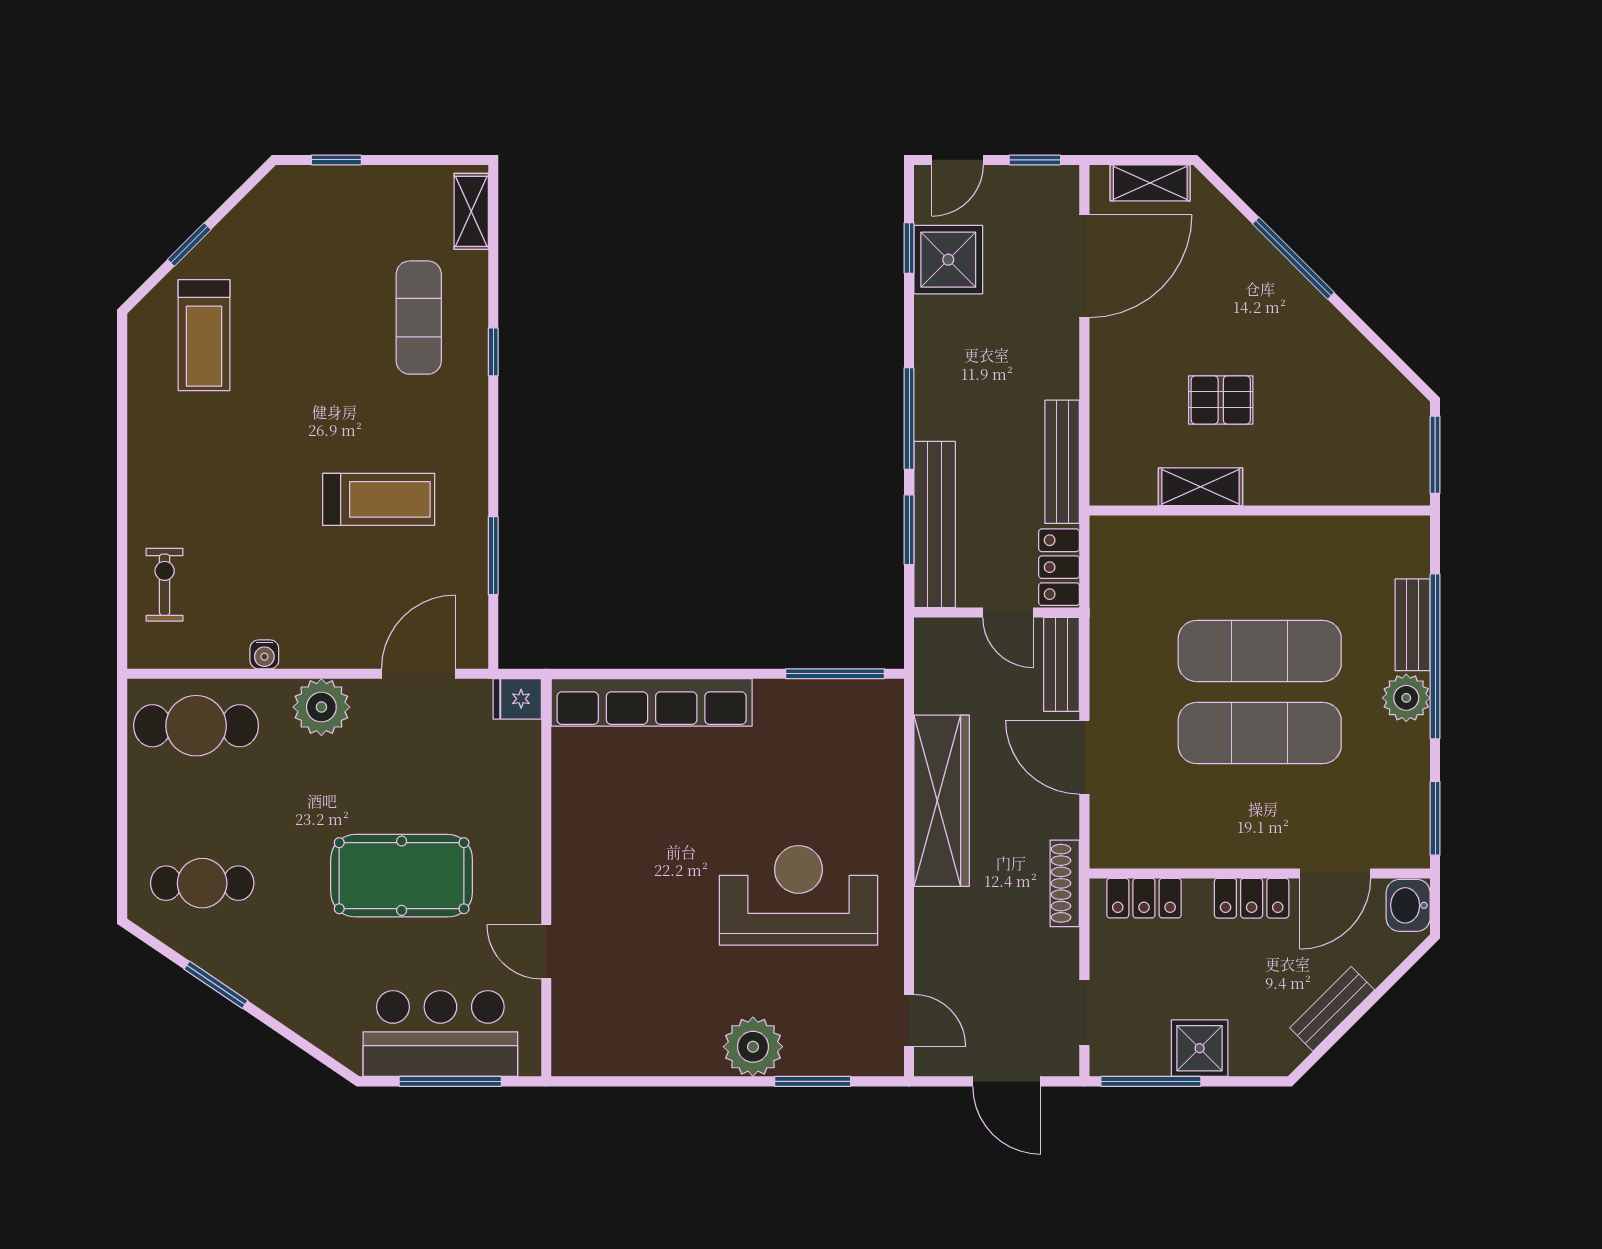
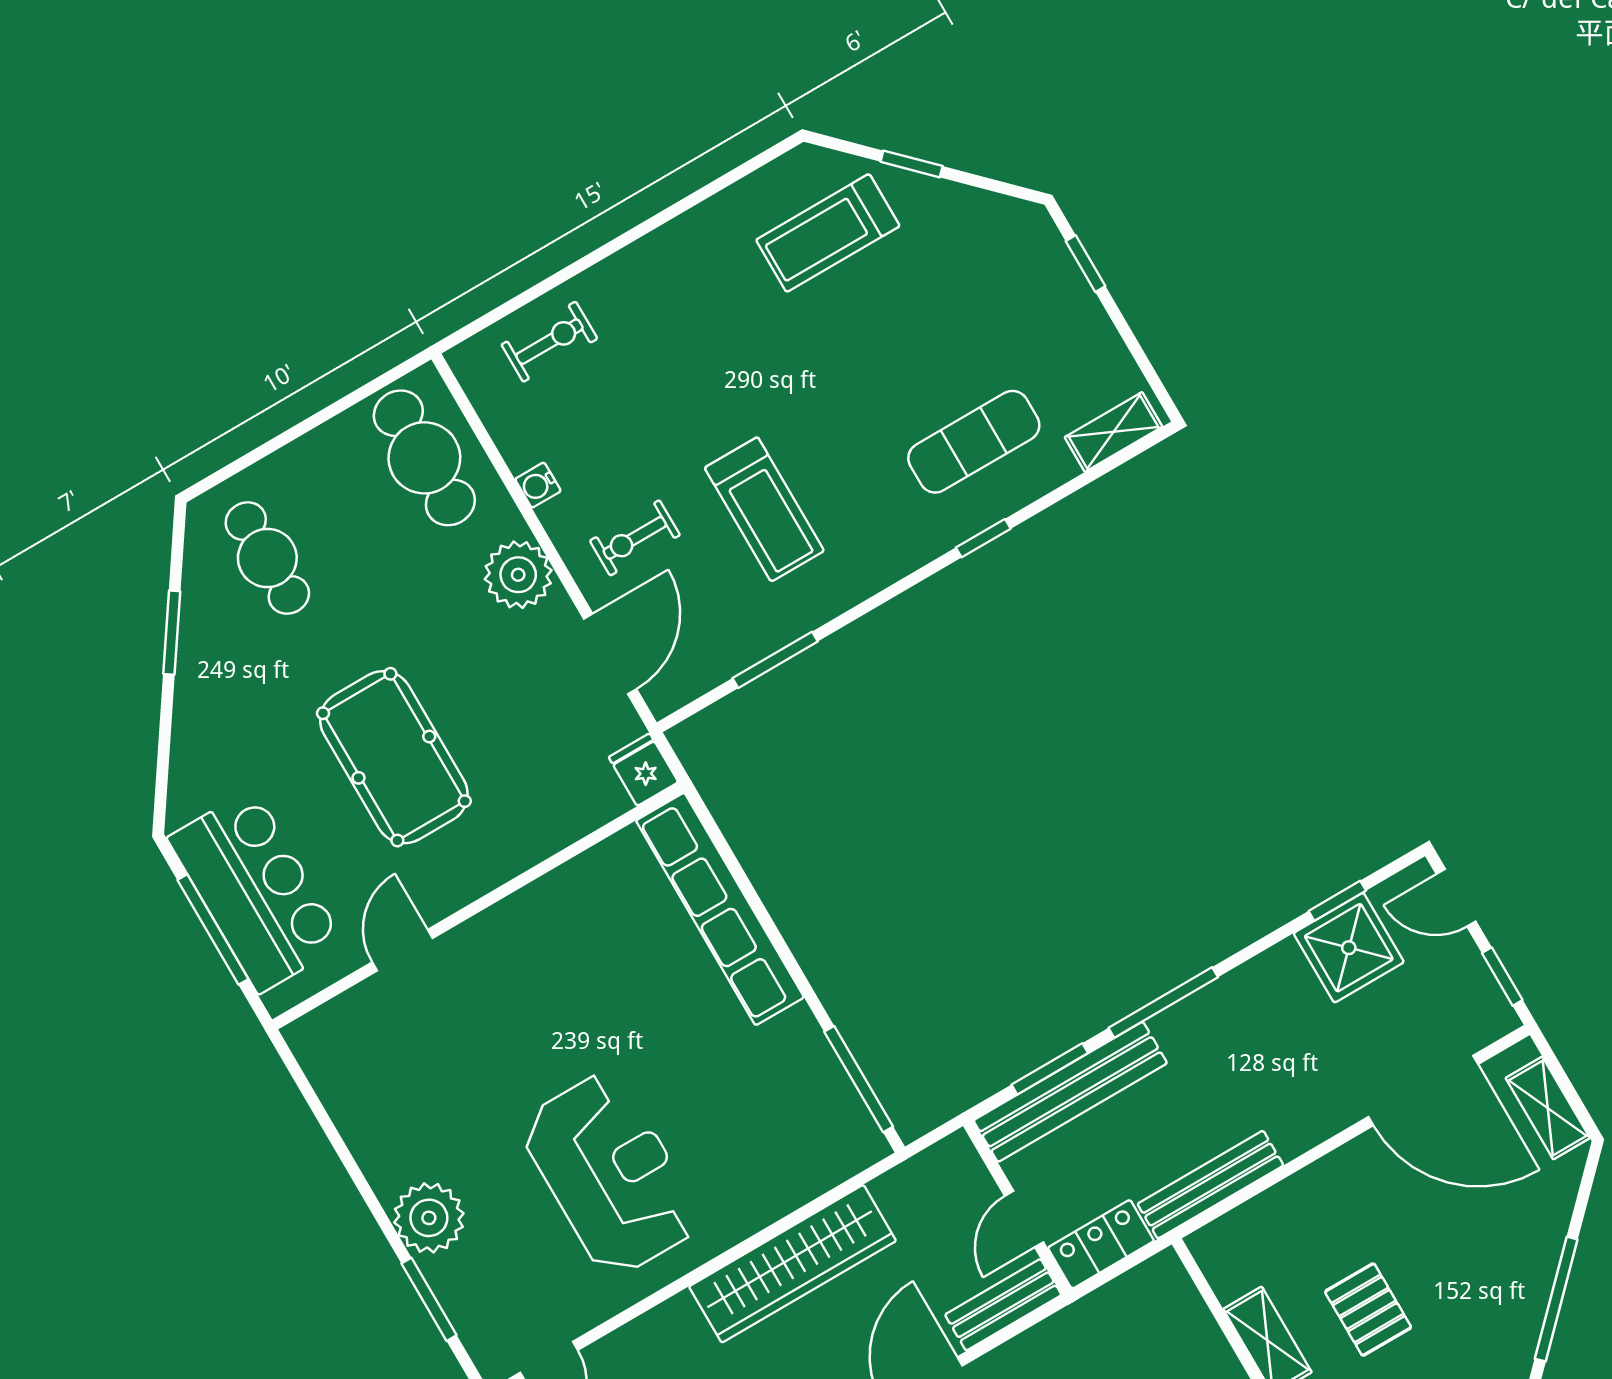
exercise bike: (344, 606) -> (635, 538), added
door: (418, 674) -> (610, 654), hinge flipped

